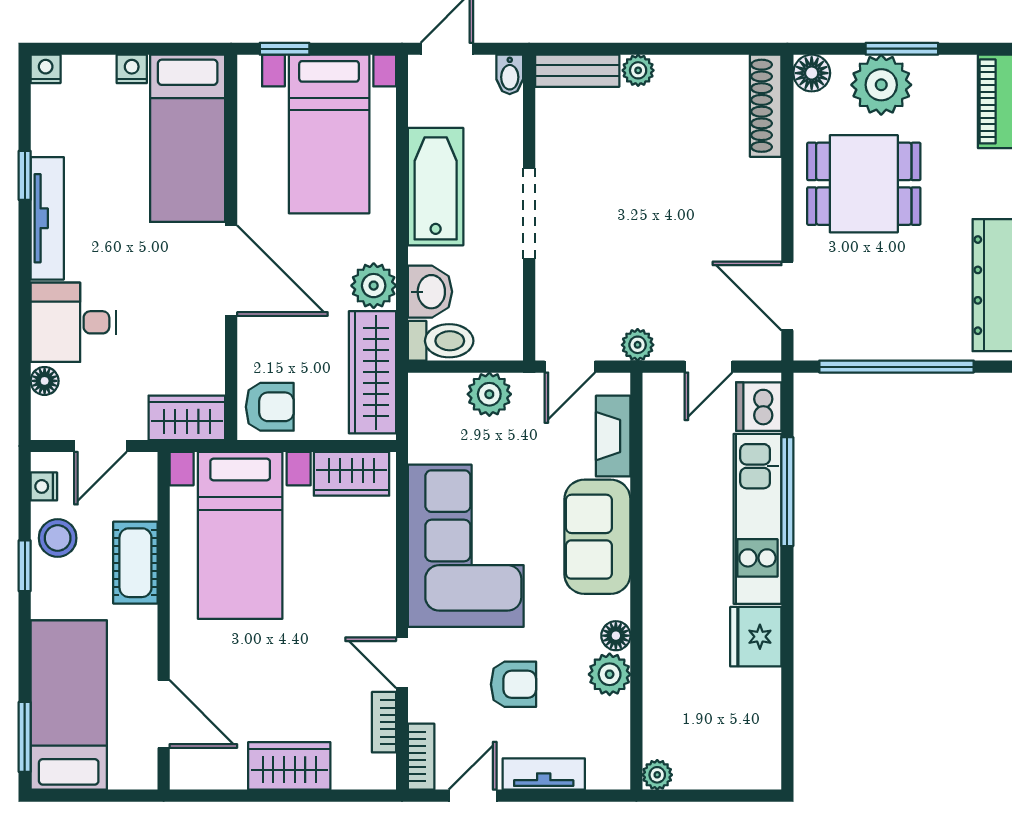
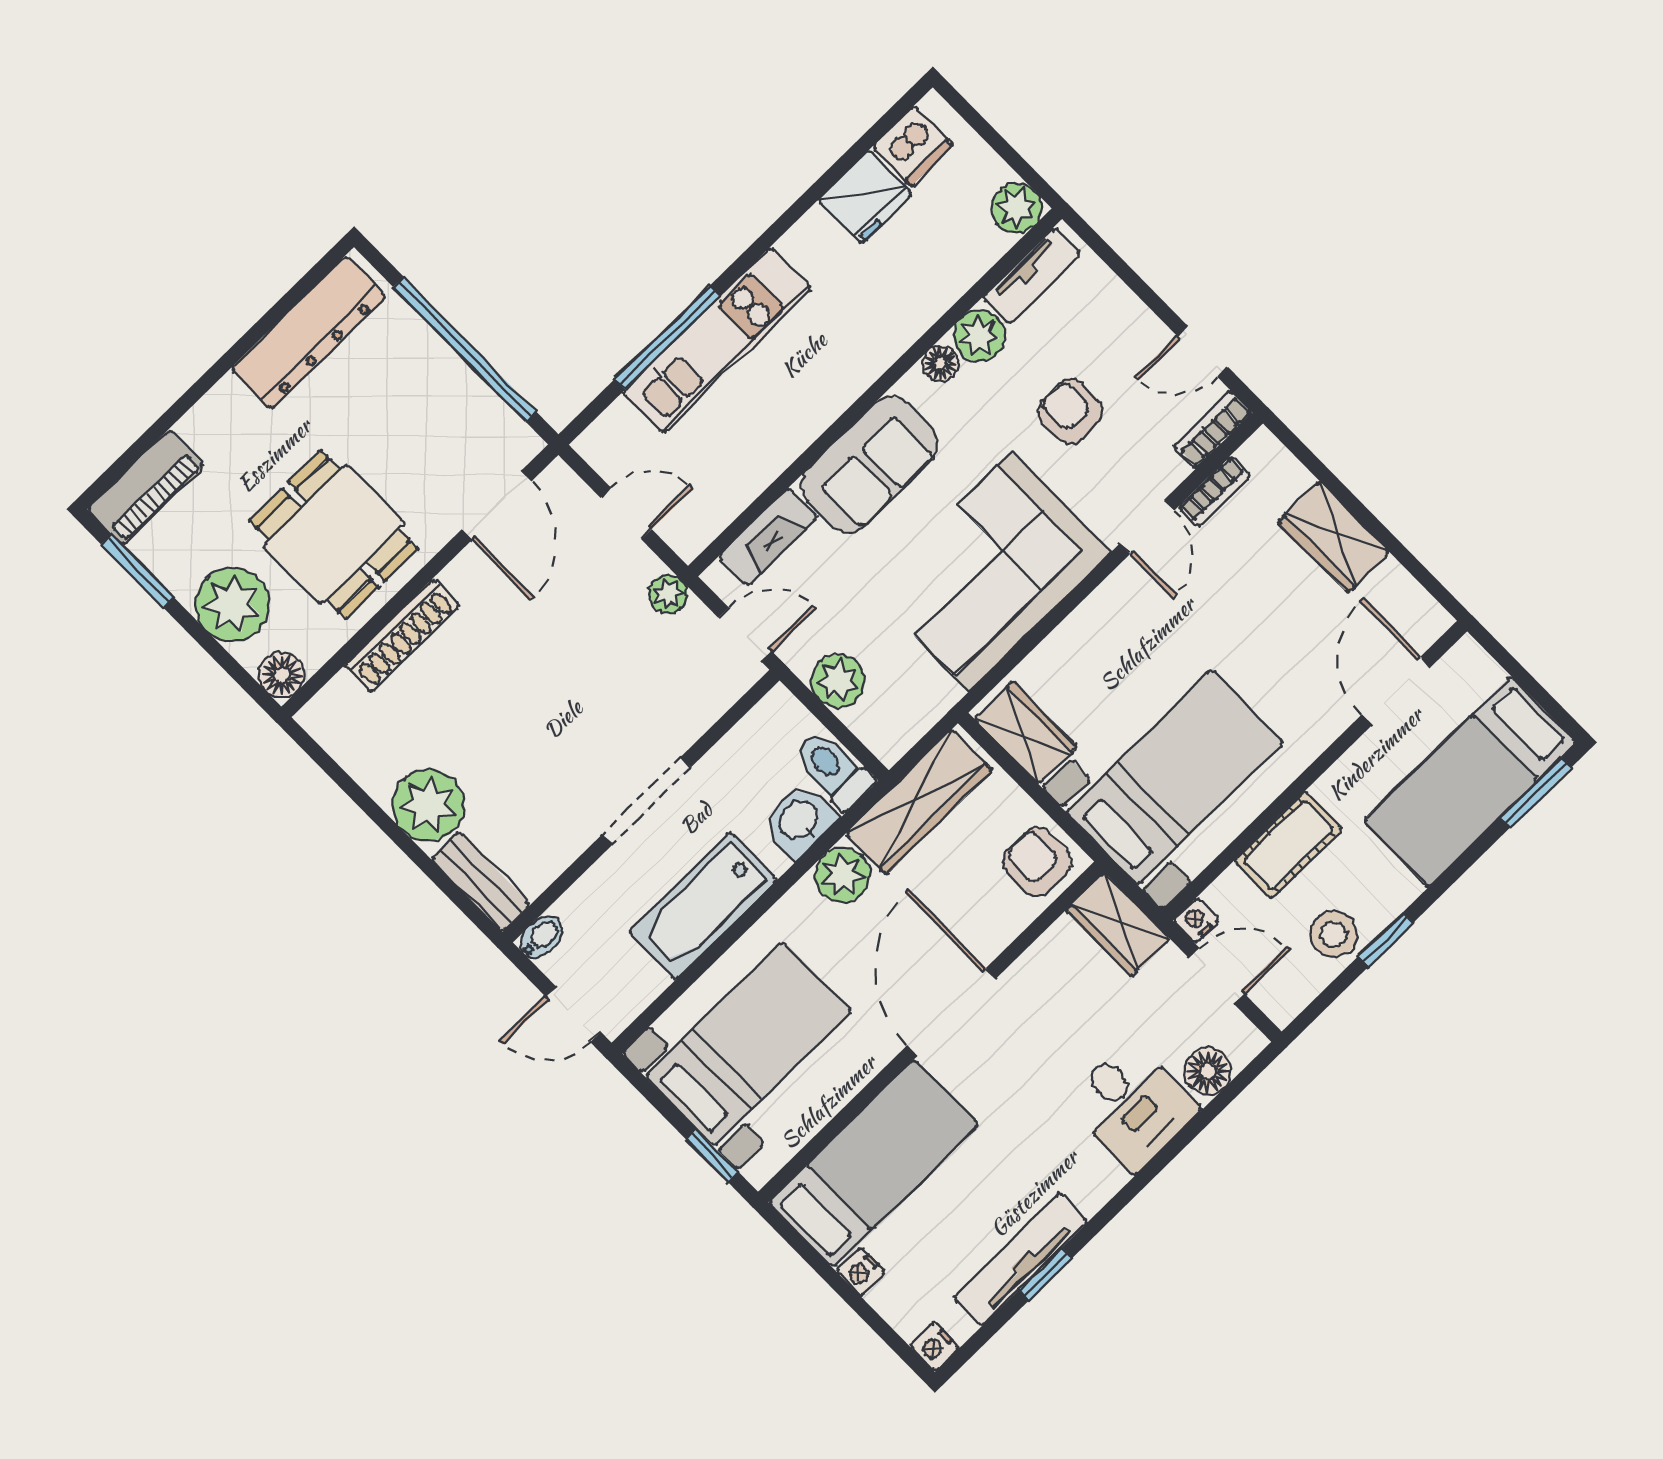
window: (902, 49) -> (137, 571), moved
plant: (638, 70) -> (428, 805), width x1.87, depth x1.87
shoe rack: (766, 106) -> (402, 635), moved
tv unit: (47, 218) -> (1021, 1260), moved
floor lamp: (45, 381) -> (1208, 1071), width x1.37, depth x1.37
dishwasher: (759, 407) -> (913, 146), moved
nightstand: (44, 486) -> (1196, 920), moved, turned 180
fridge: (756, 637) -> (865, 197), moved
tv unit: (544, 774) -> (1032, 276), moved, turned -90
plant: (657, 775) -> (1016, 208), width x1.38, depth x1.38

